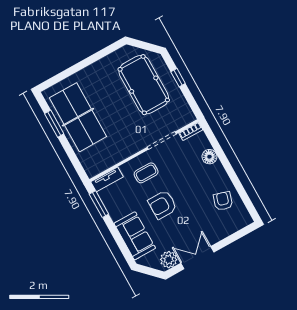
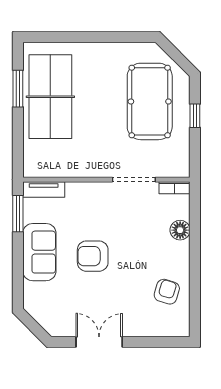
coffee table: (146, 173) -> (94, 208), removed
sofa: (135, 236) -> (39, 252), moved
plant: (169, 260) -> (64, 325), removed

